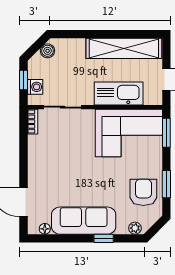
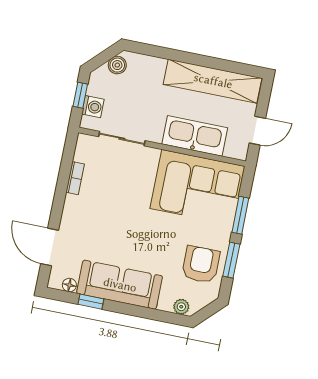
bookcase: (33, 122) -> (75, 178), moved
window: (166, 133) -> (240, 215), moved
window: (104, 238) -> (91, 302), moved

